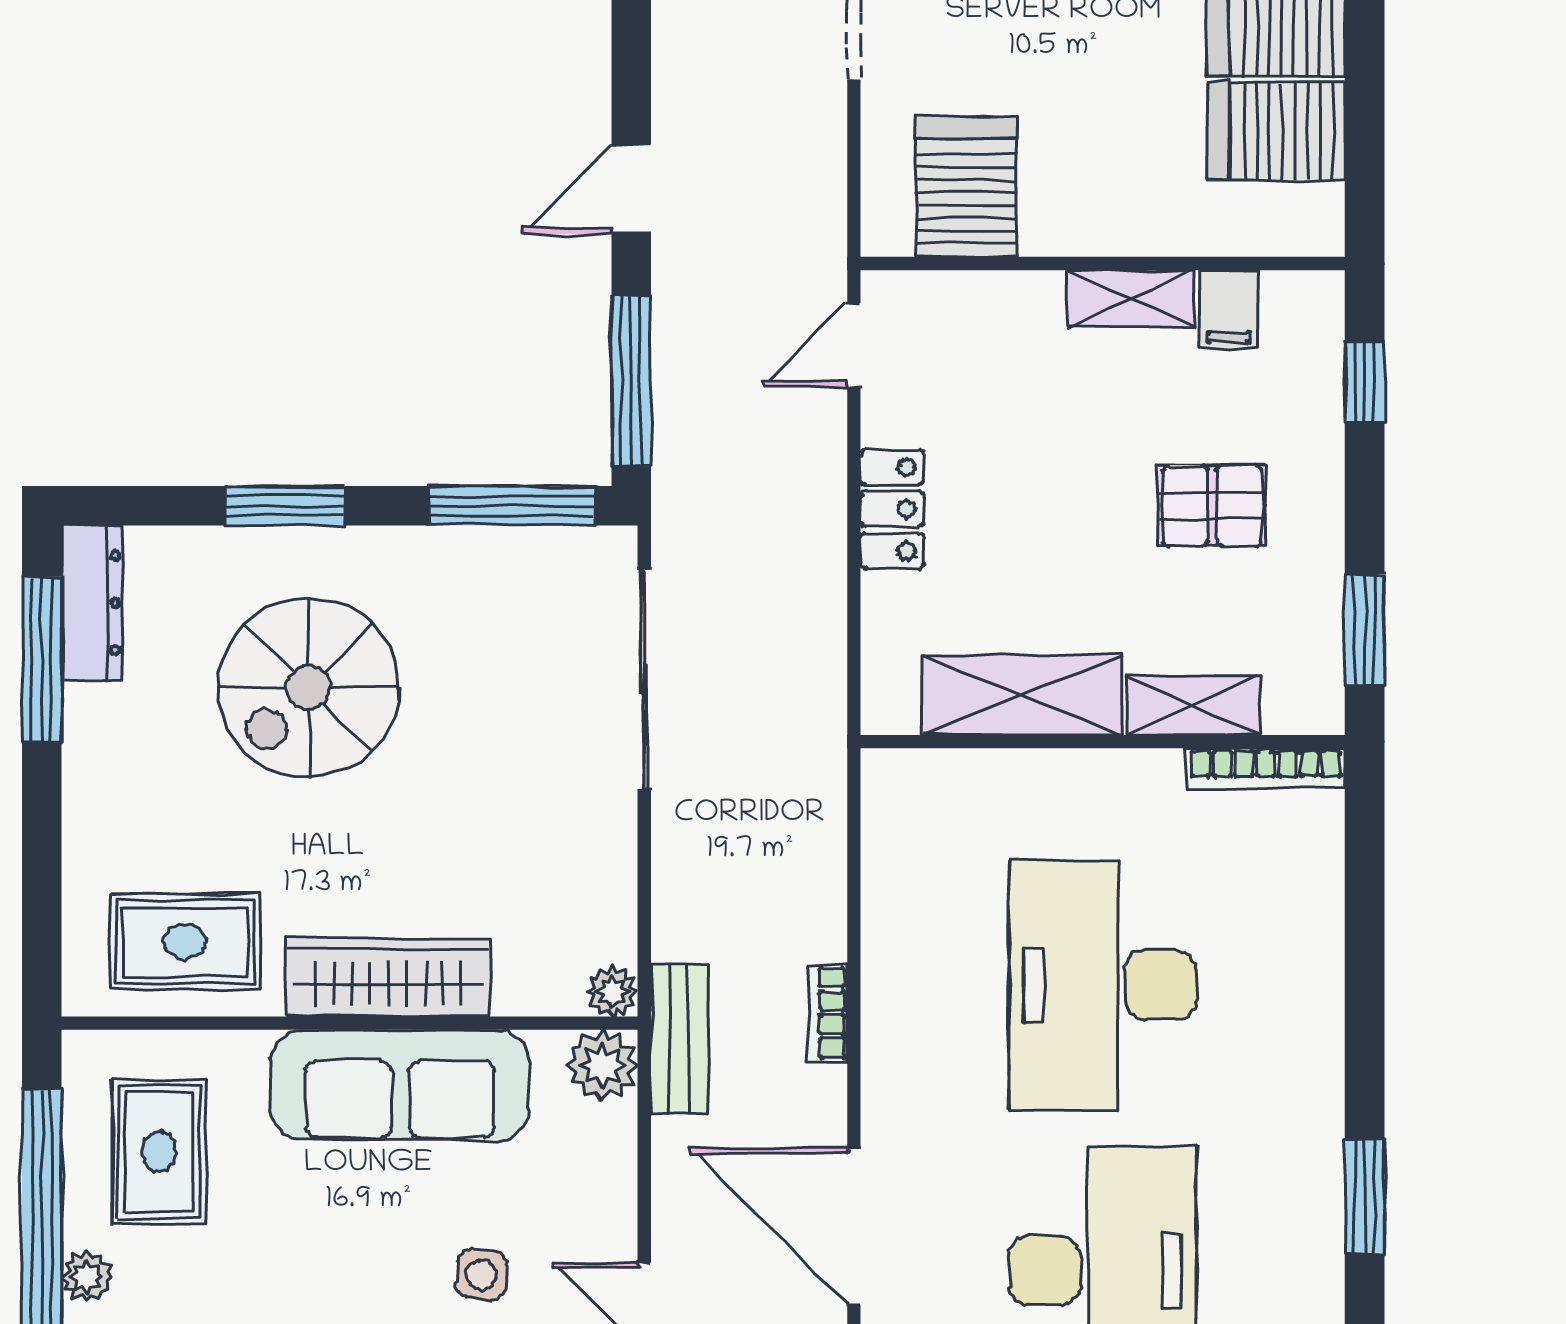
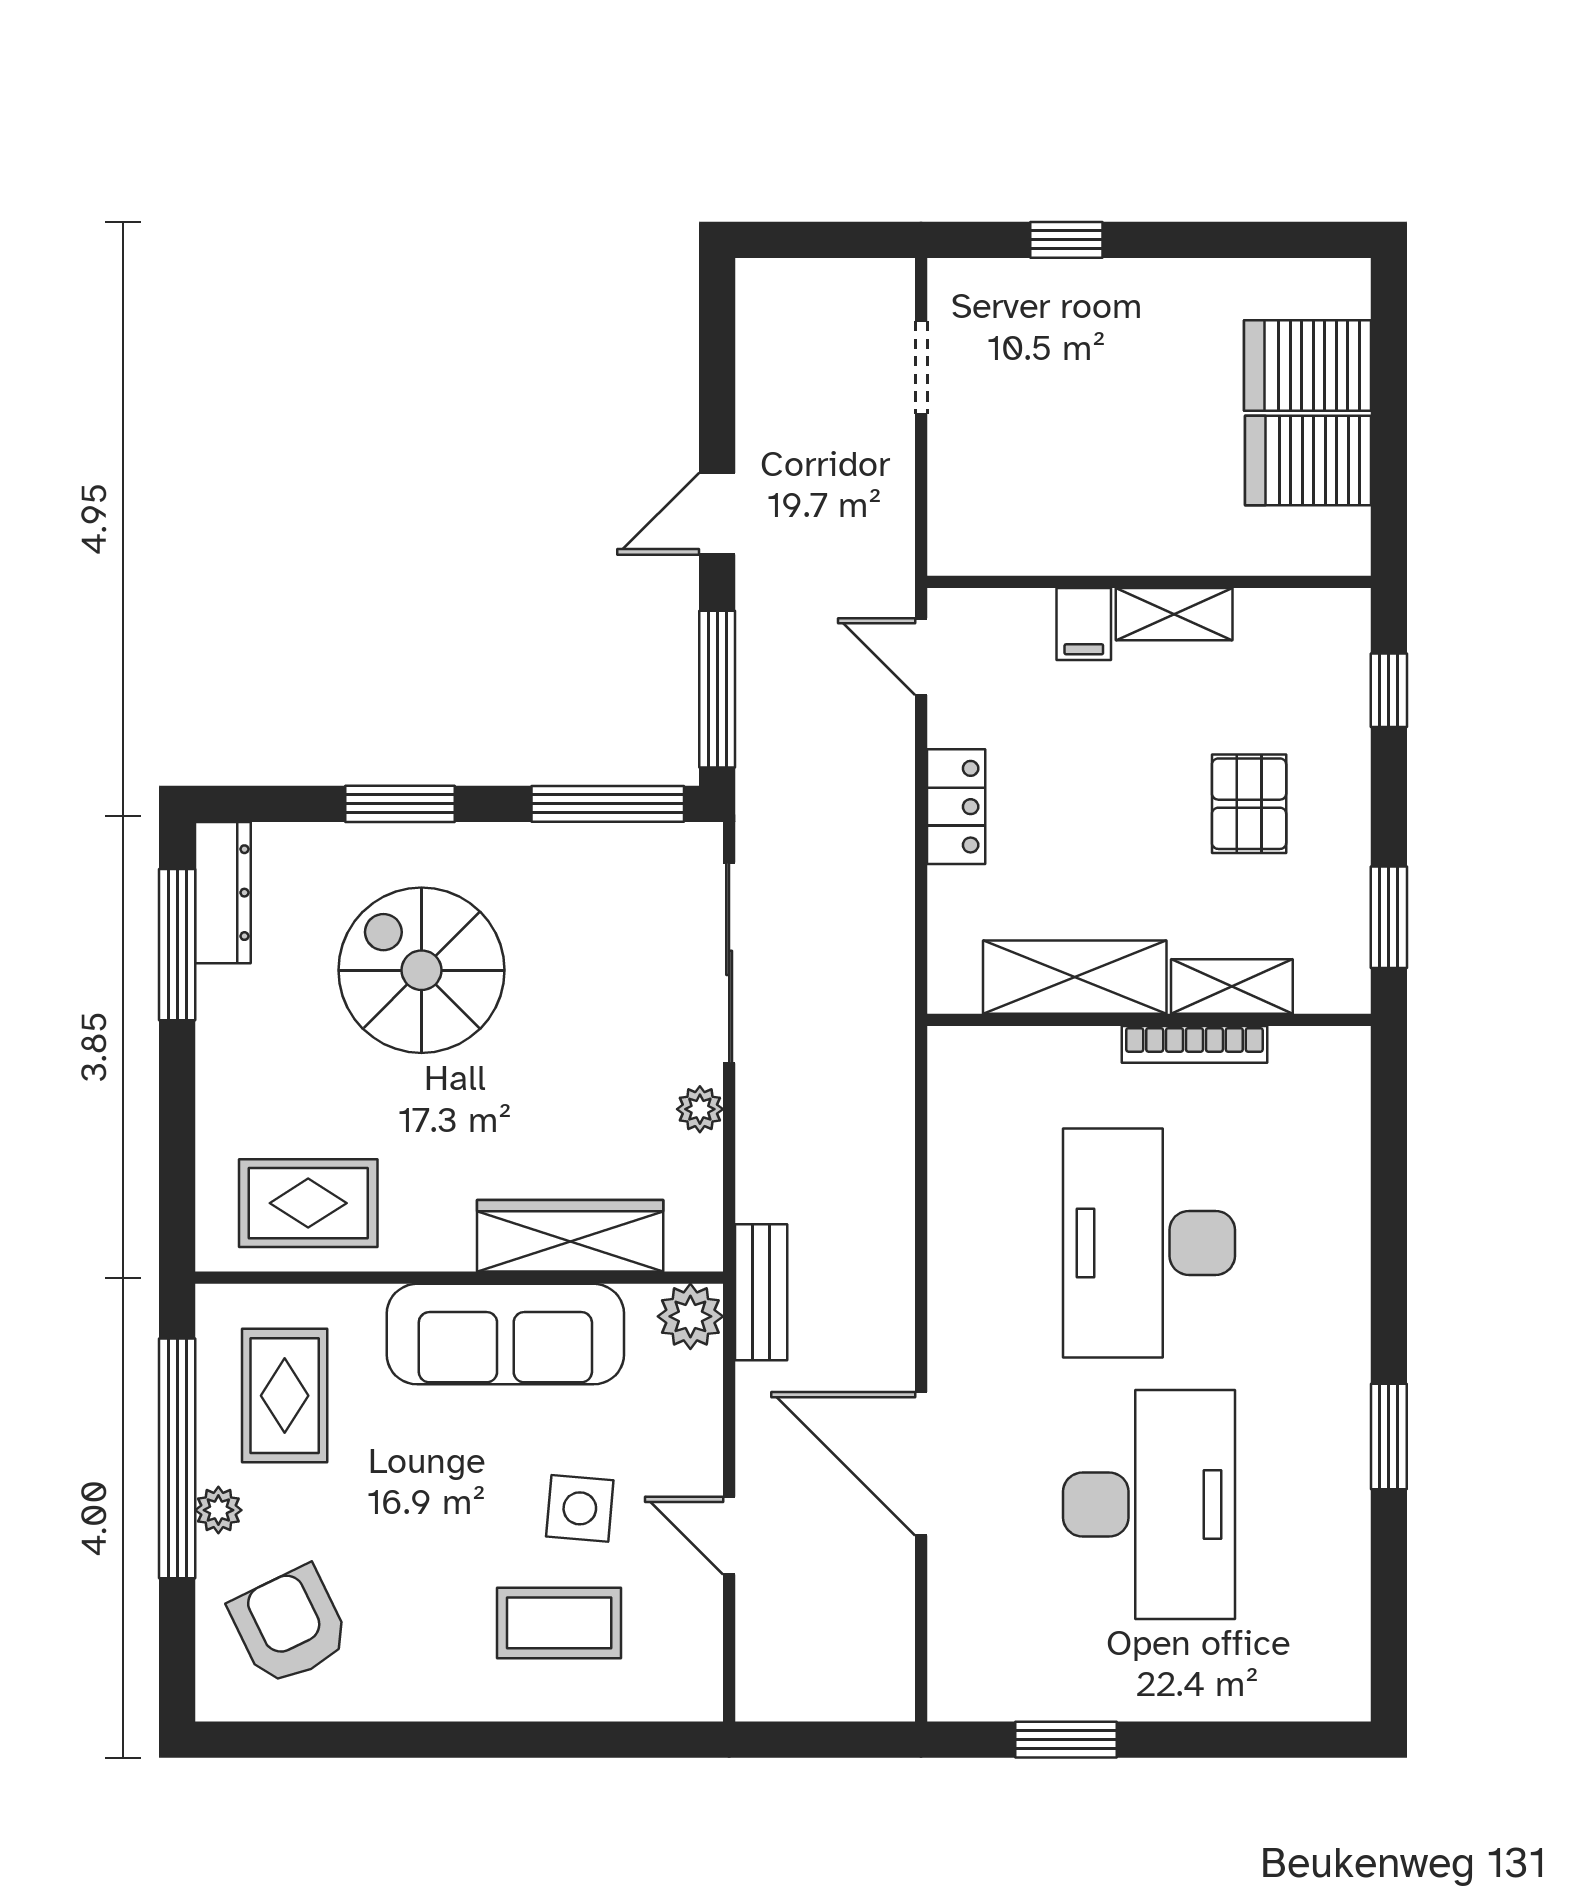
server rack: (966, 187) -> (1024, 511), removed
filing cabinet: (1229, 310) -> (1084, 624), moved
door: (854, 345) -> (921, 657), hinge flipped
pallet: (1212, 506) -> (1249, 804), turned 90
spiral stairs: (309, 687) -> (421, 970), turned 90
bookcase: (1266, 768) -> (1194, 1044), moved
wardrobe: (388, 977) -> (570, 1236), moved
plant: (612, 991) -> (700, 1109), moved
bookcase: (828, 1013) -> (897, 1268), removed
side table: (481, 1275) -> (580, 1508), width x1.37, depth x1.37

